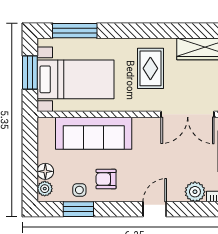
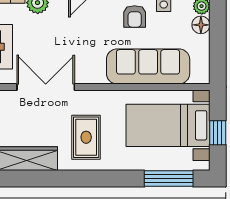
window: (30, 73) -> (218, 133), width x0.67
armchair: (106, 179) -> (135, 16), turned 90

